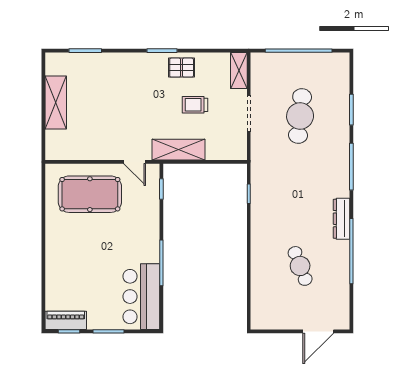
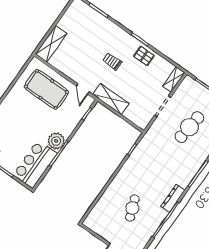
shelving: (56, 103) -> (51, 44), moved
trolley: (195, 105) -> (112, 61), moved
plant: (147, 250) -> (56, 141), added

